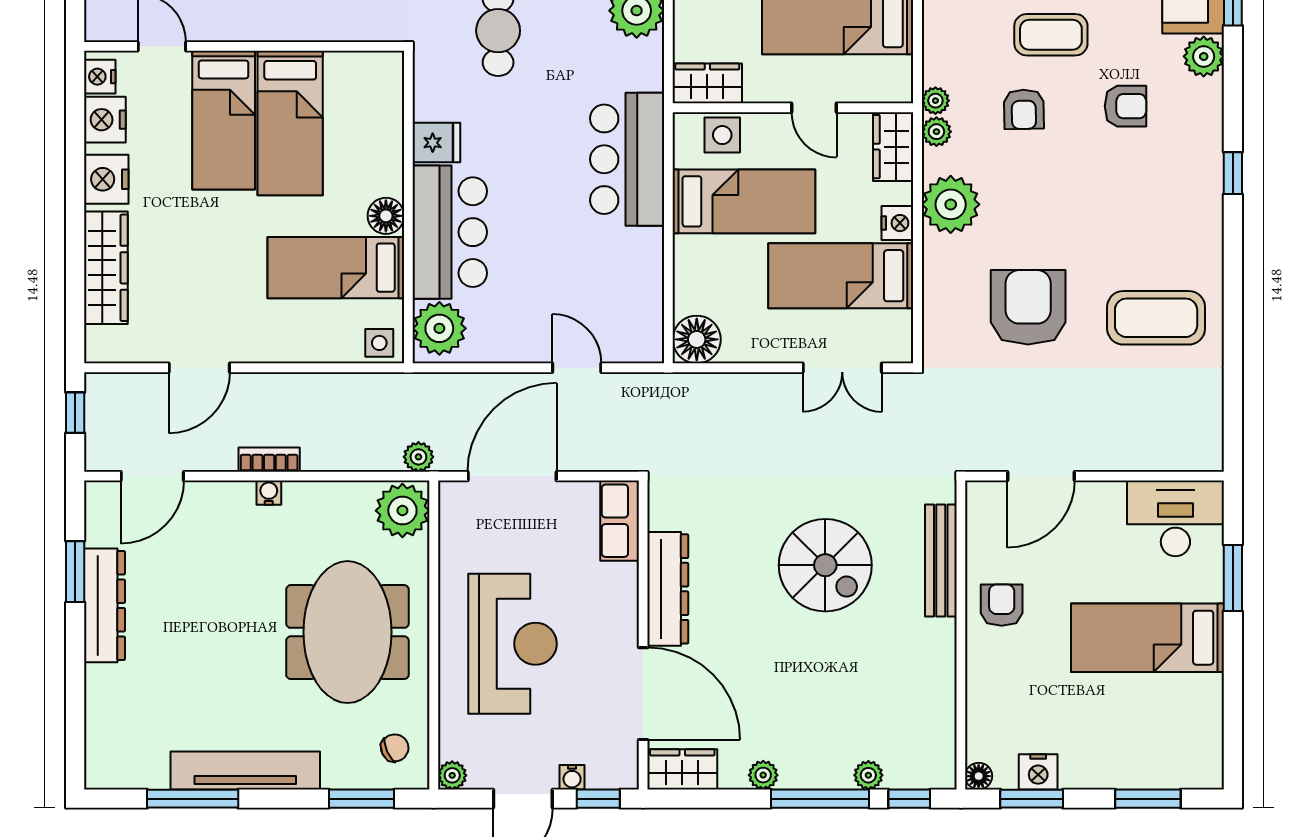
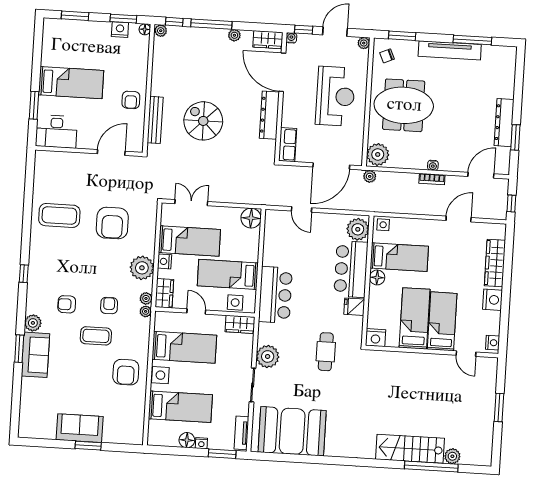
nightstand: (105, 120) -> (375, 338), moved, turned 90
meeting table: (347, 632) -> (404, 105), turned 90
reception desk: (513, 644) -> (335, 96), turned 180
plant: (868, 775) -> (161, 31), moved
water cooler: (572, 777) -> (291, 38), moved

